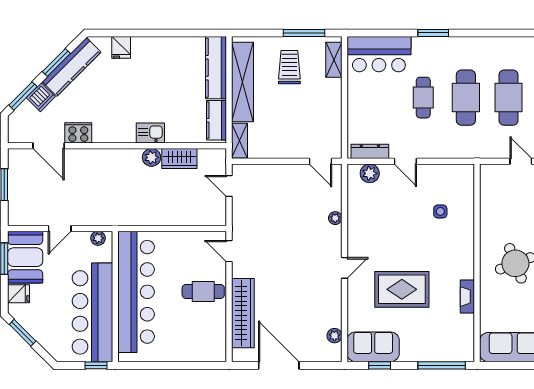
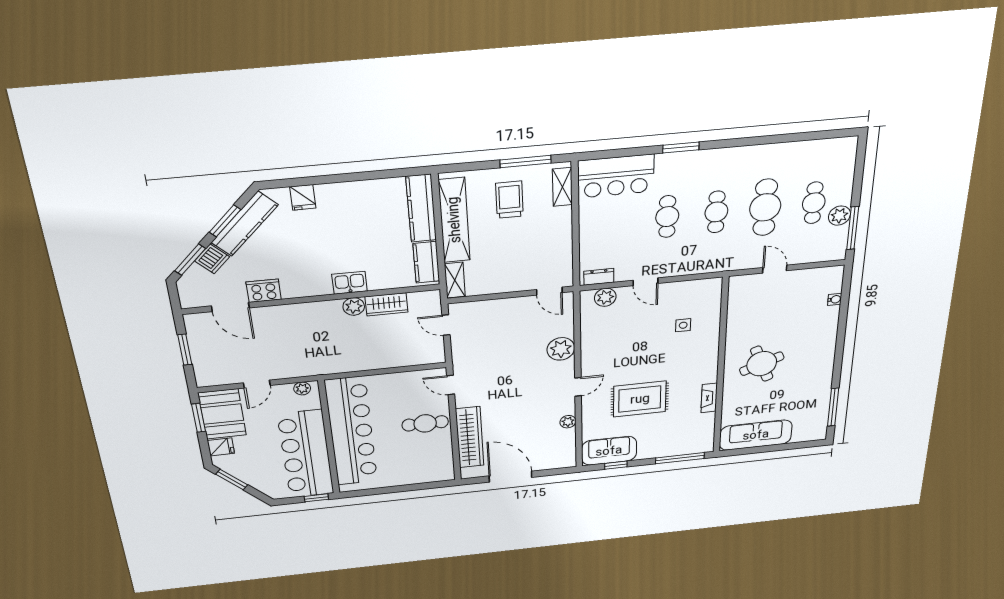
cafe table: (466, 98) -> (716, 212), width x0.73, depth x0.74
dresser: (370, 151) -> (599, 277), width x0.70
plant: (335, 218) -> (561, 349), width x1.88, depth x1.88
plant: (334, 336) -> (568, 422), moved

